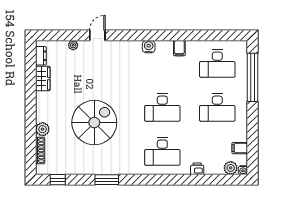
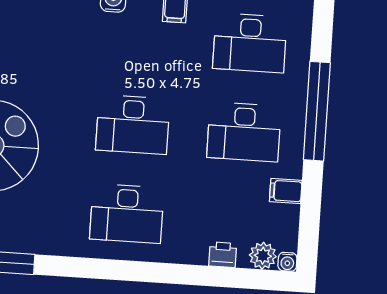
window: (252, 77) -> (317, 111), moved
filing cabinet: (240, 148) -> (286, 191), moved
printer: (197, 169) -> (223, 255), moved

